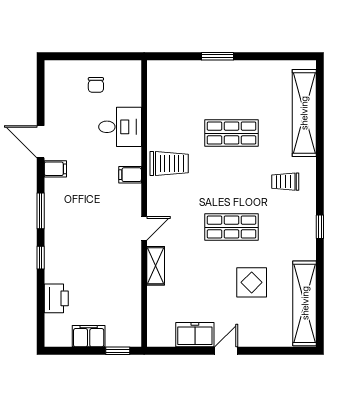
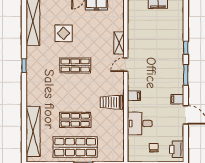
shop shelf: (232, 86) -> (75, 147), added
trolley: (285, 182) -> (44, 92), removed
printer: (56, 298) -> (177, 149), moved

